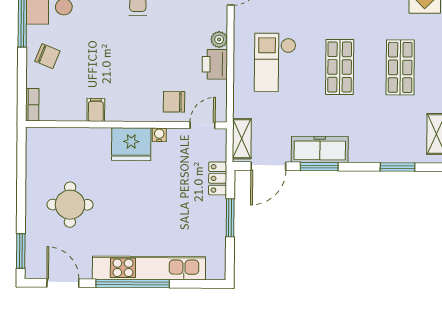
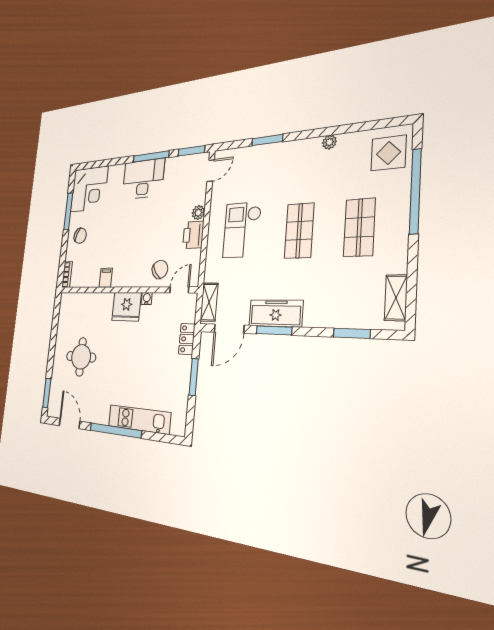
chair: (174, 102) -> (160, 269), turned 144
kitchen unit: (149, 268) -> (139, 419), width x0.73

